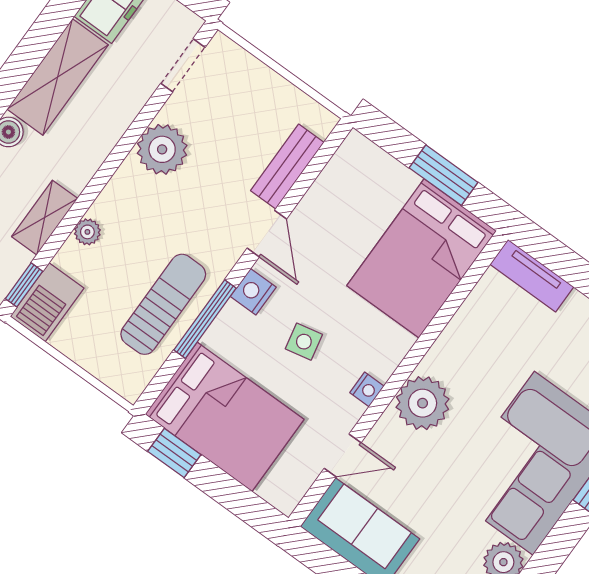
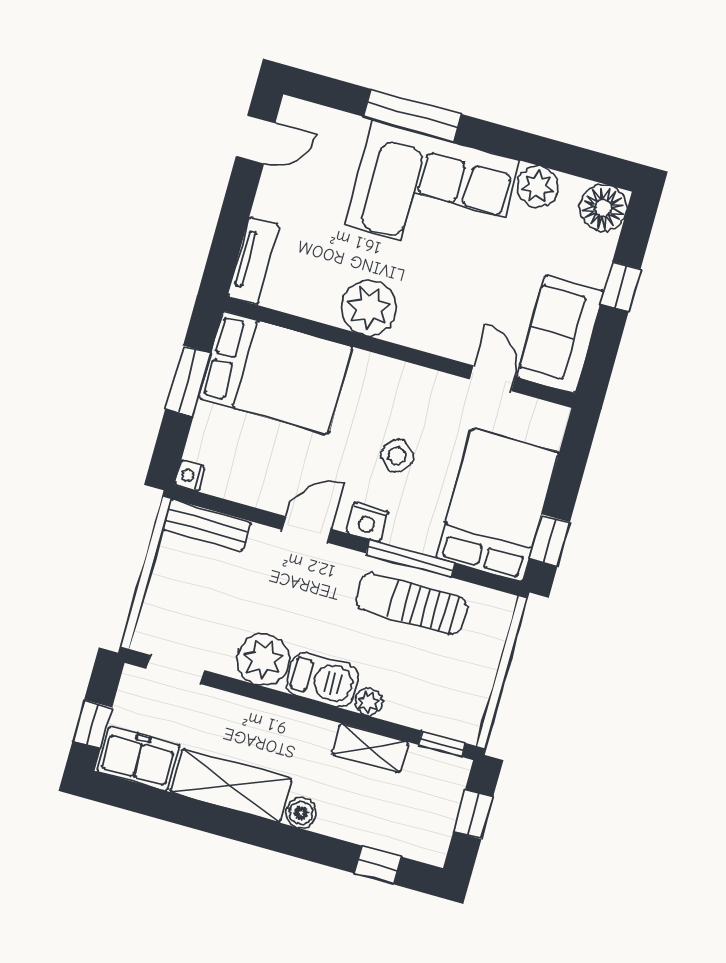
bench: (287, 167) -> (206, 526), moved
barbecue: (47, 302) -> (323, 680), moved
side table: (304, 342) -> (397, 456), turned -37
nightstand: (367, 389) -> (190, 476), moved, turned -90
plant: (423, 403) -> (369, 308), moved

